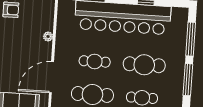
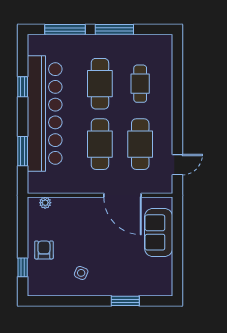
plant: (48, 36) -> (45, 203), moved
cafe table: (95, 61) -> (100, 144), width x1.37, depth x1.35

